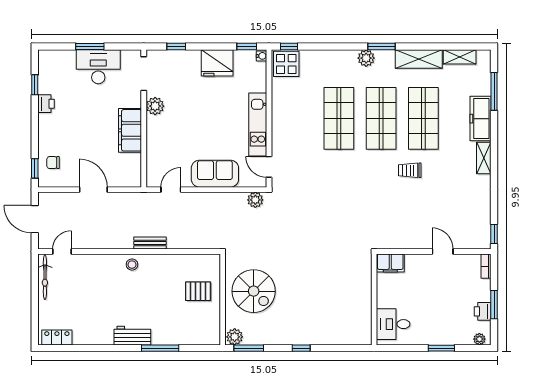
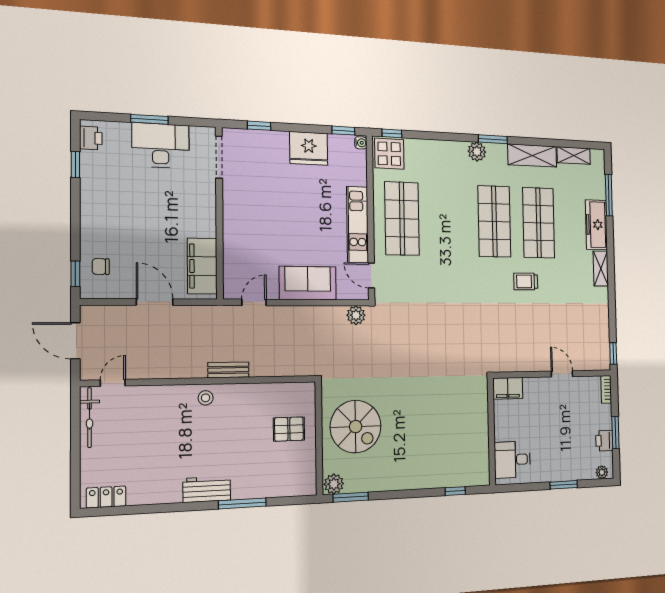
printer: (46, 104) -> (91, 138), moved
plant: (155, 106) -> (233, 198), removed
shop shelf: (339, 118) -> (402, 219), moved
filing cabinet: (130, 130) -> (202, 266), moved
window: (301, 348) -> (455, 491), moved

